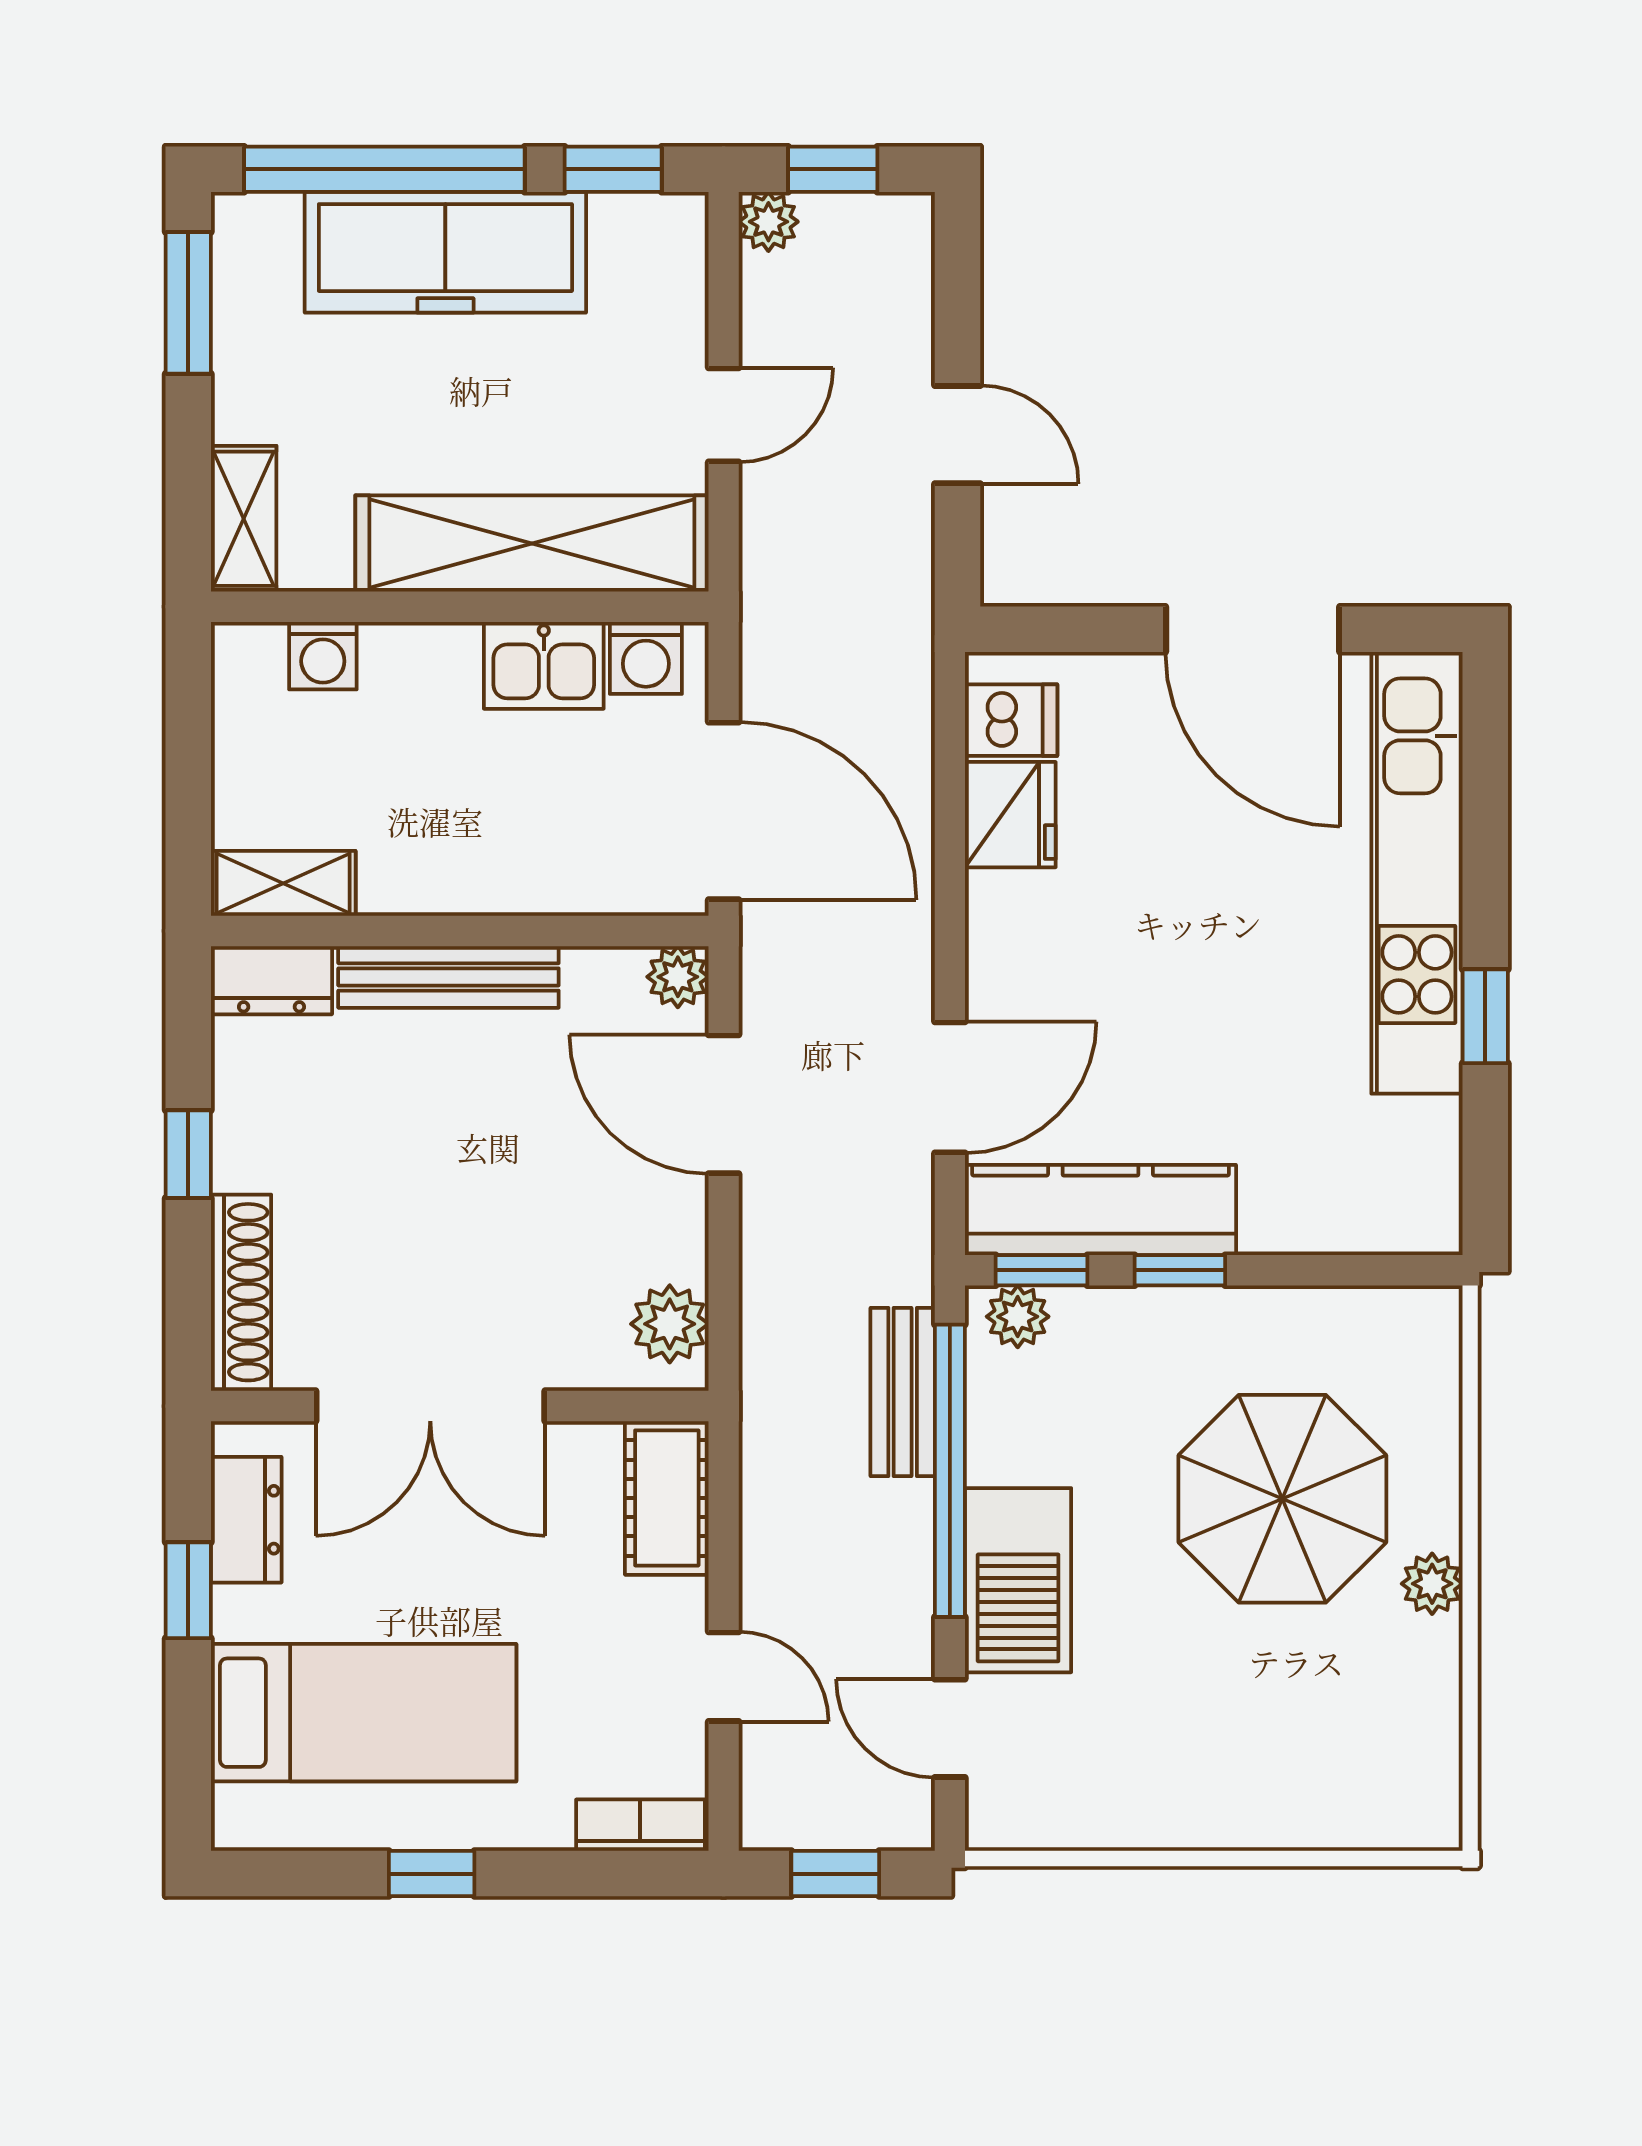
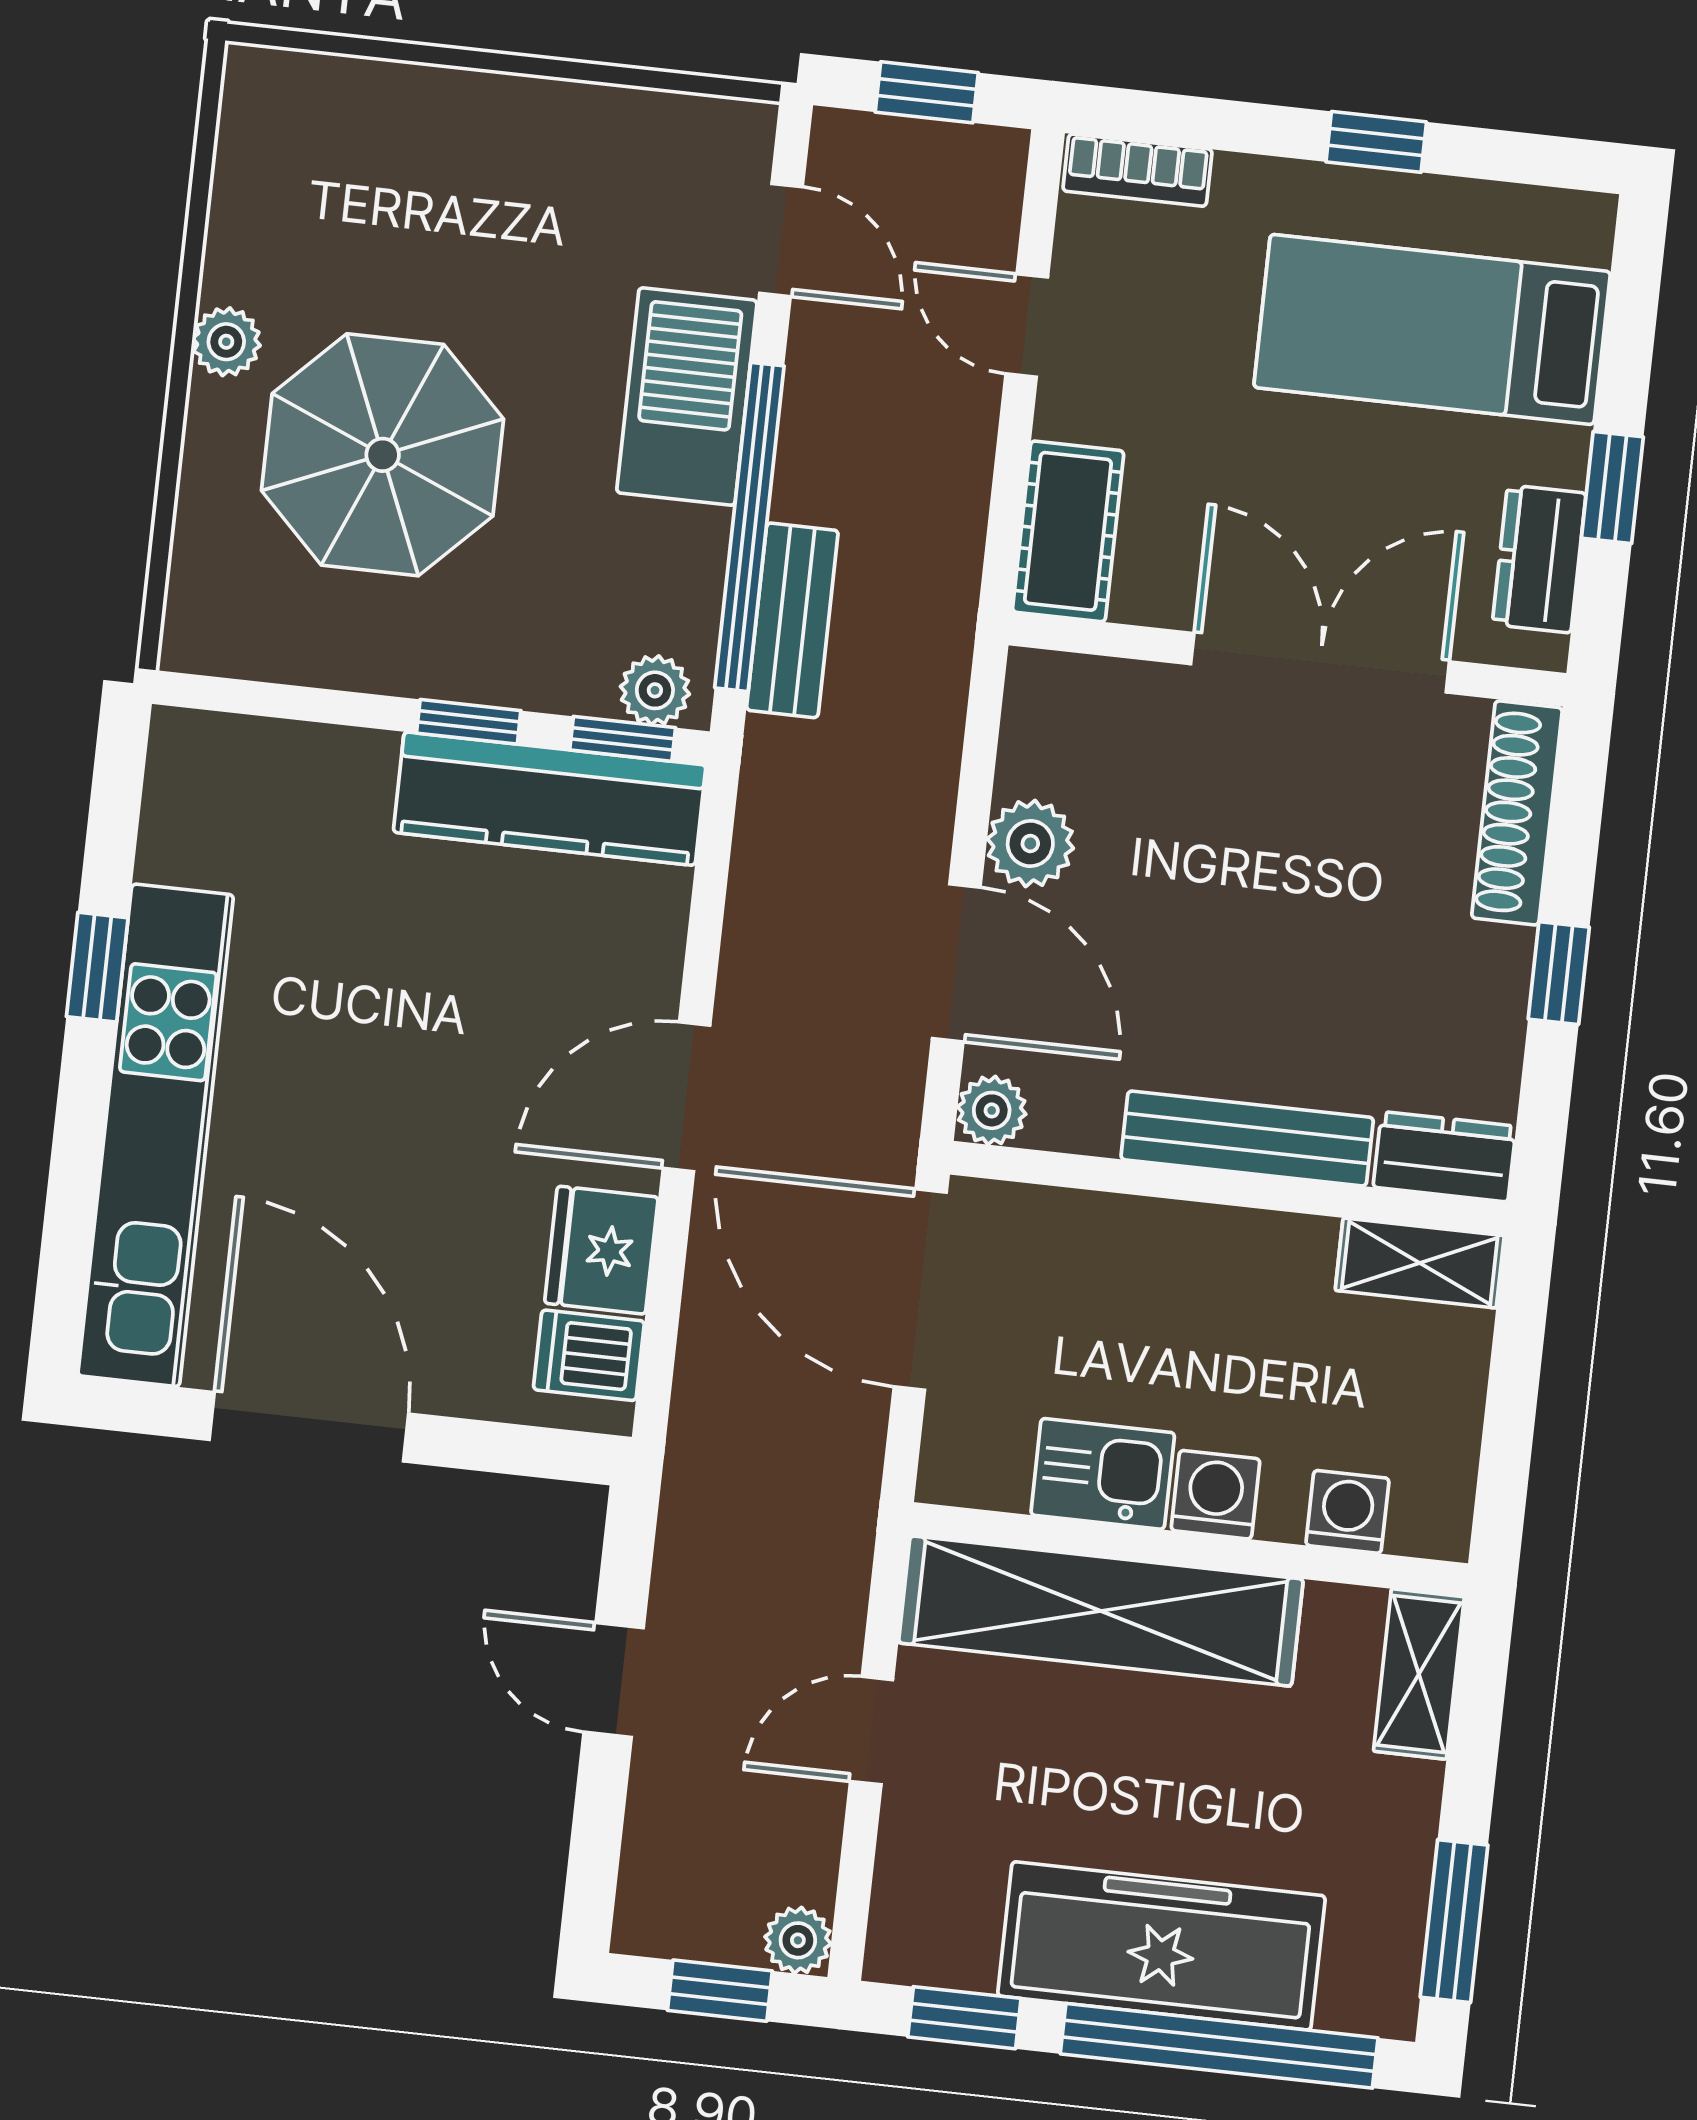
washing machine: (646, 658) -> (1215, 1495), moved
door: (950, 1087) -> (687, 1097), moved
plant: (670, 1324) -> (1030, 844), moved

